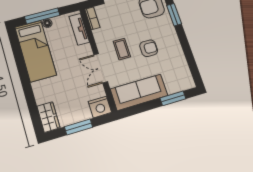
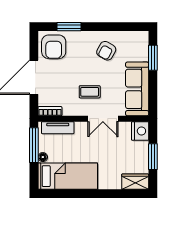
window: (42, 16) -> (34, 145), moved
armchair: (149, 48) -> (106, 51), moved, turned -151

